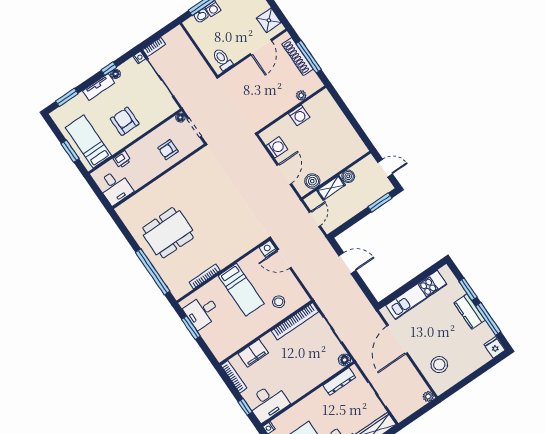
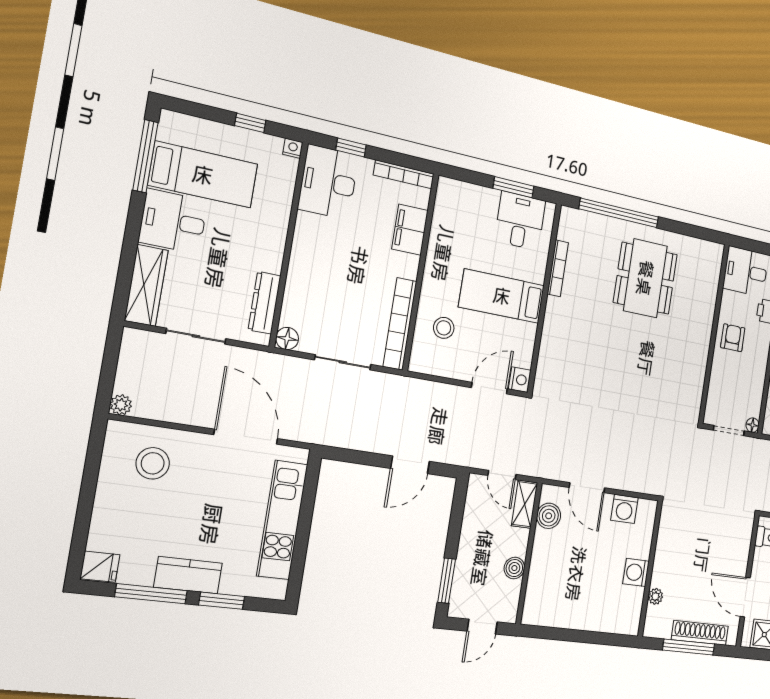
armchair: (168, 150) -> (733, 338), moved
shelving: (331, 188) -> (525, 504), moved

